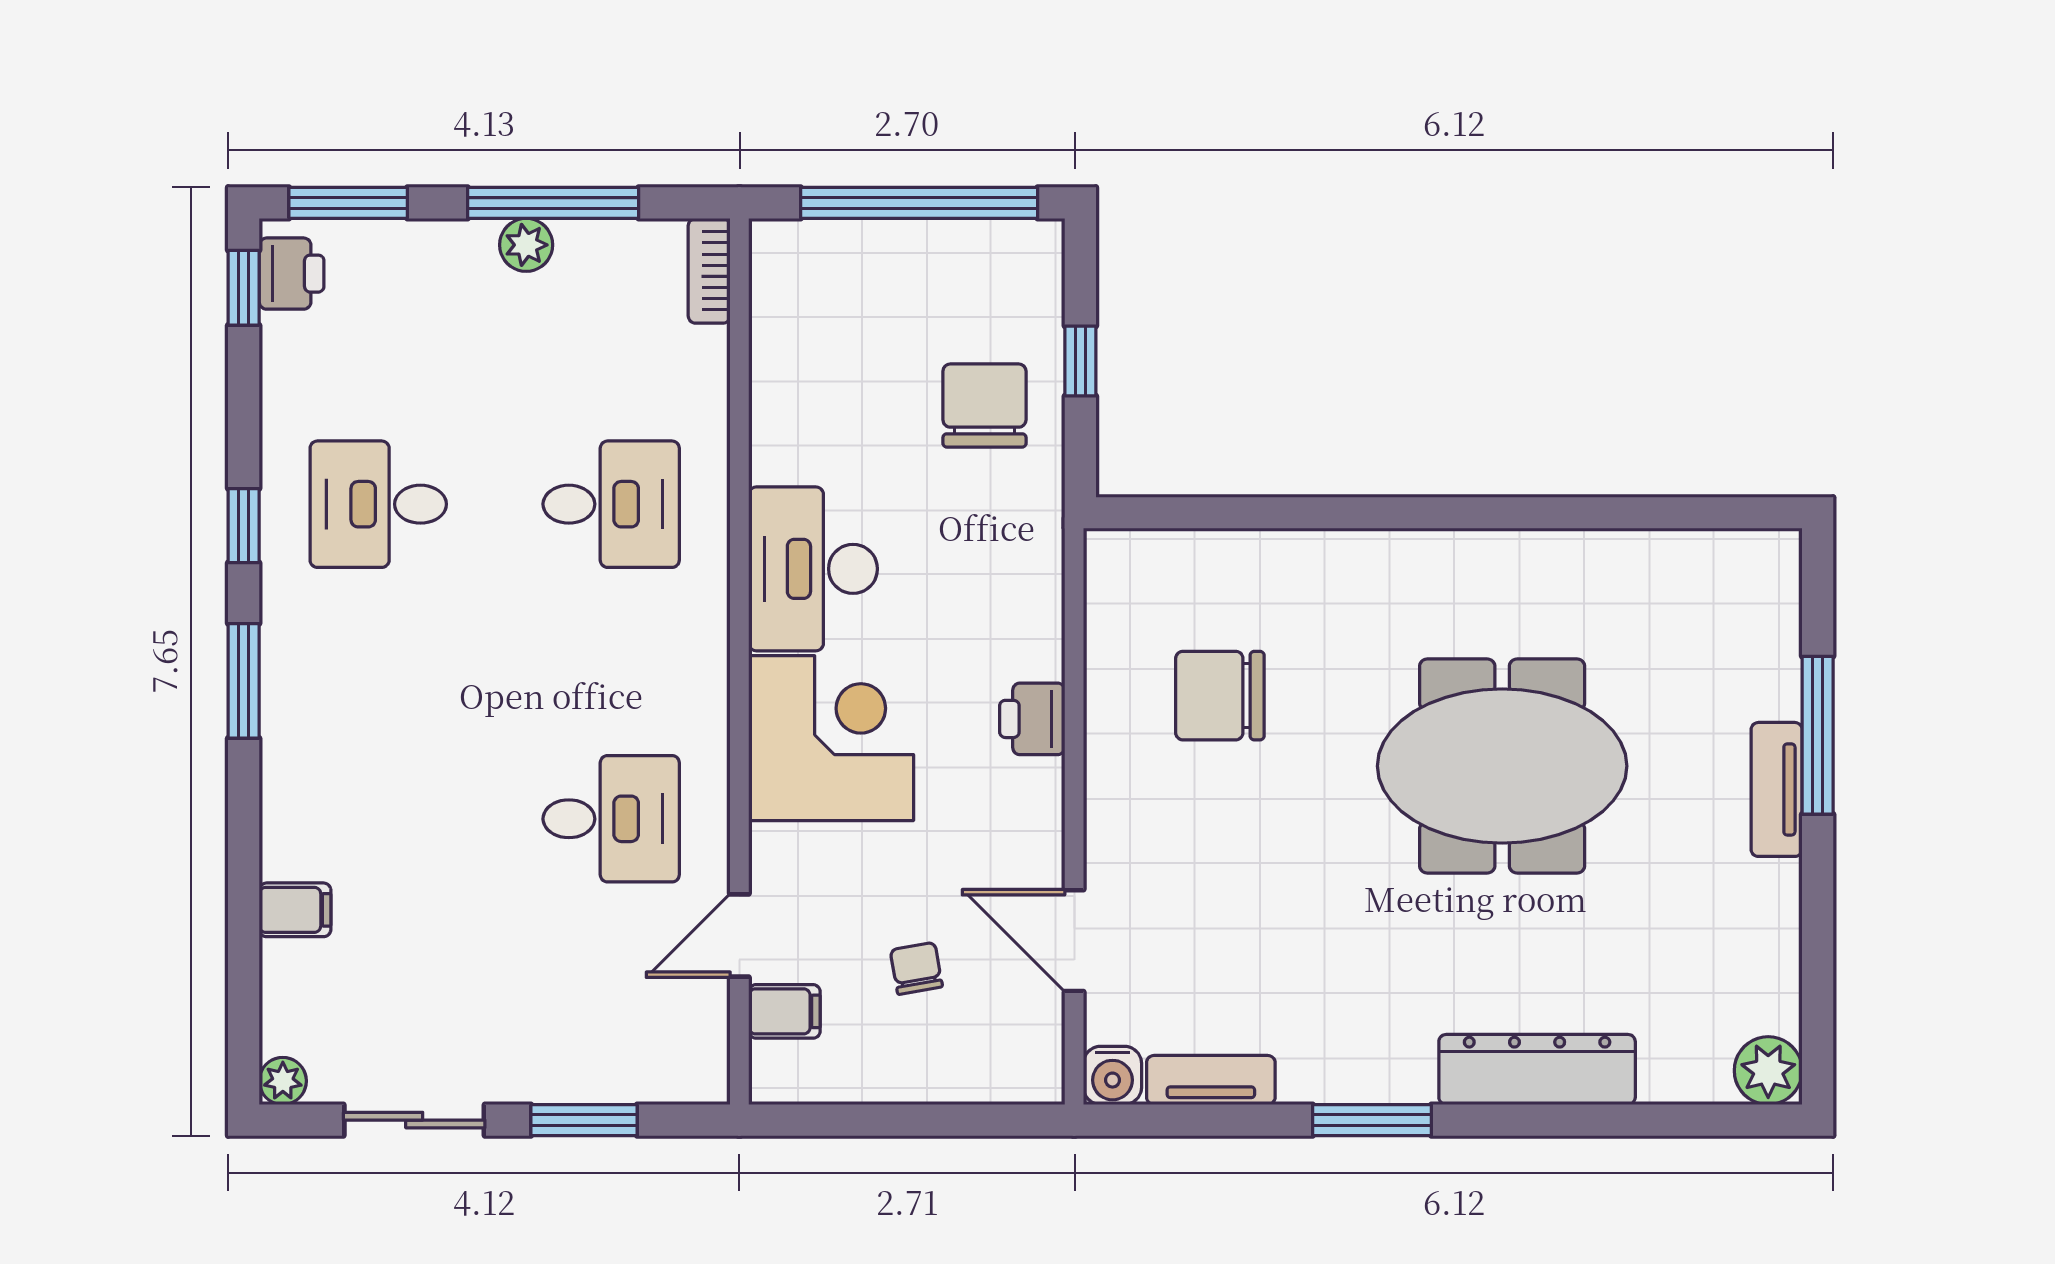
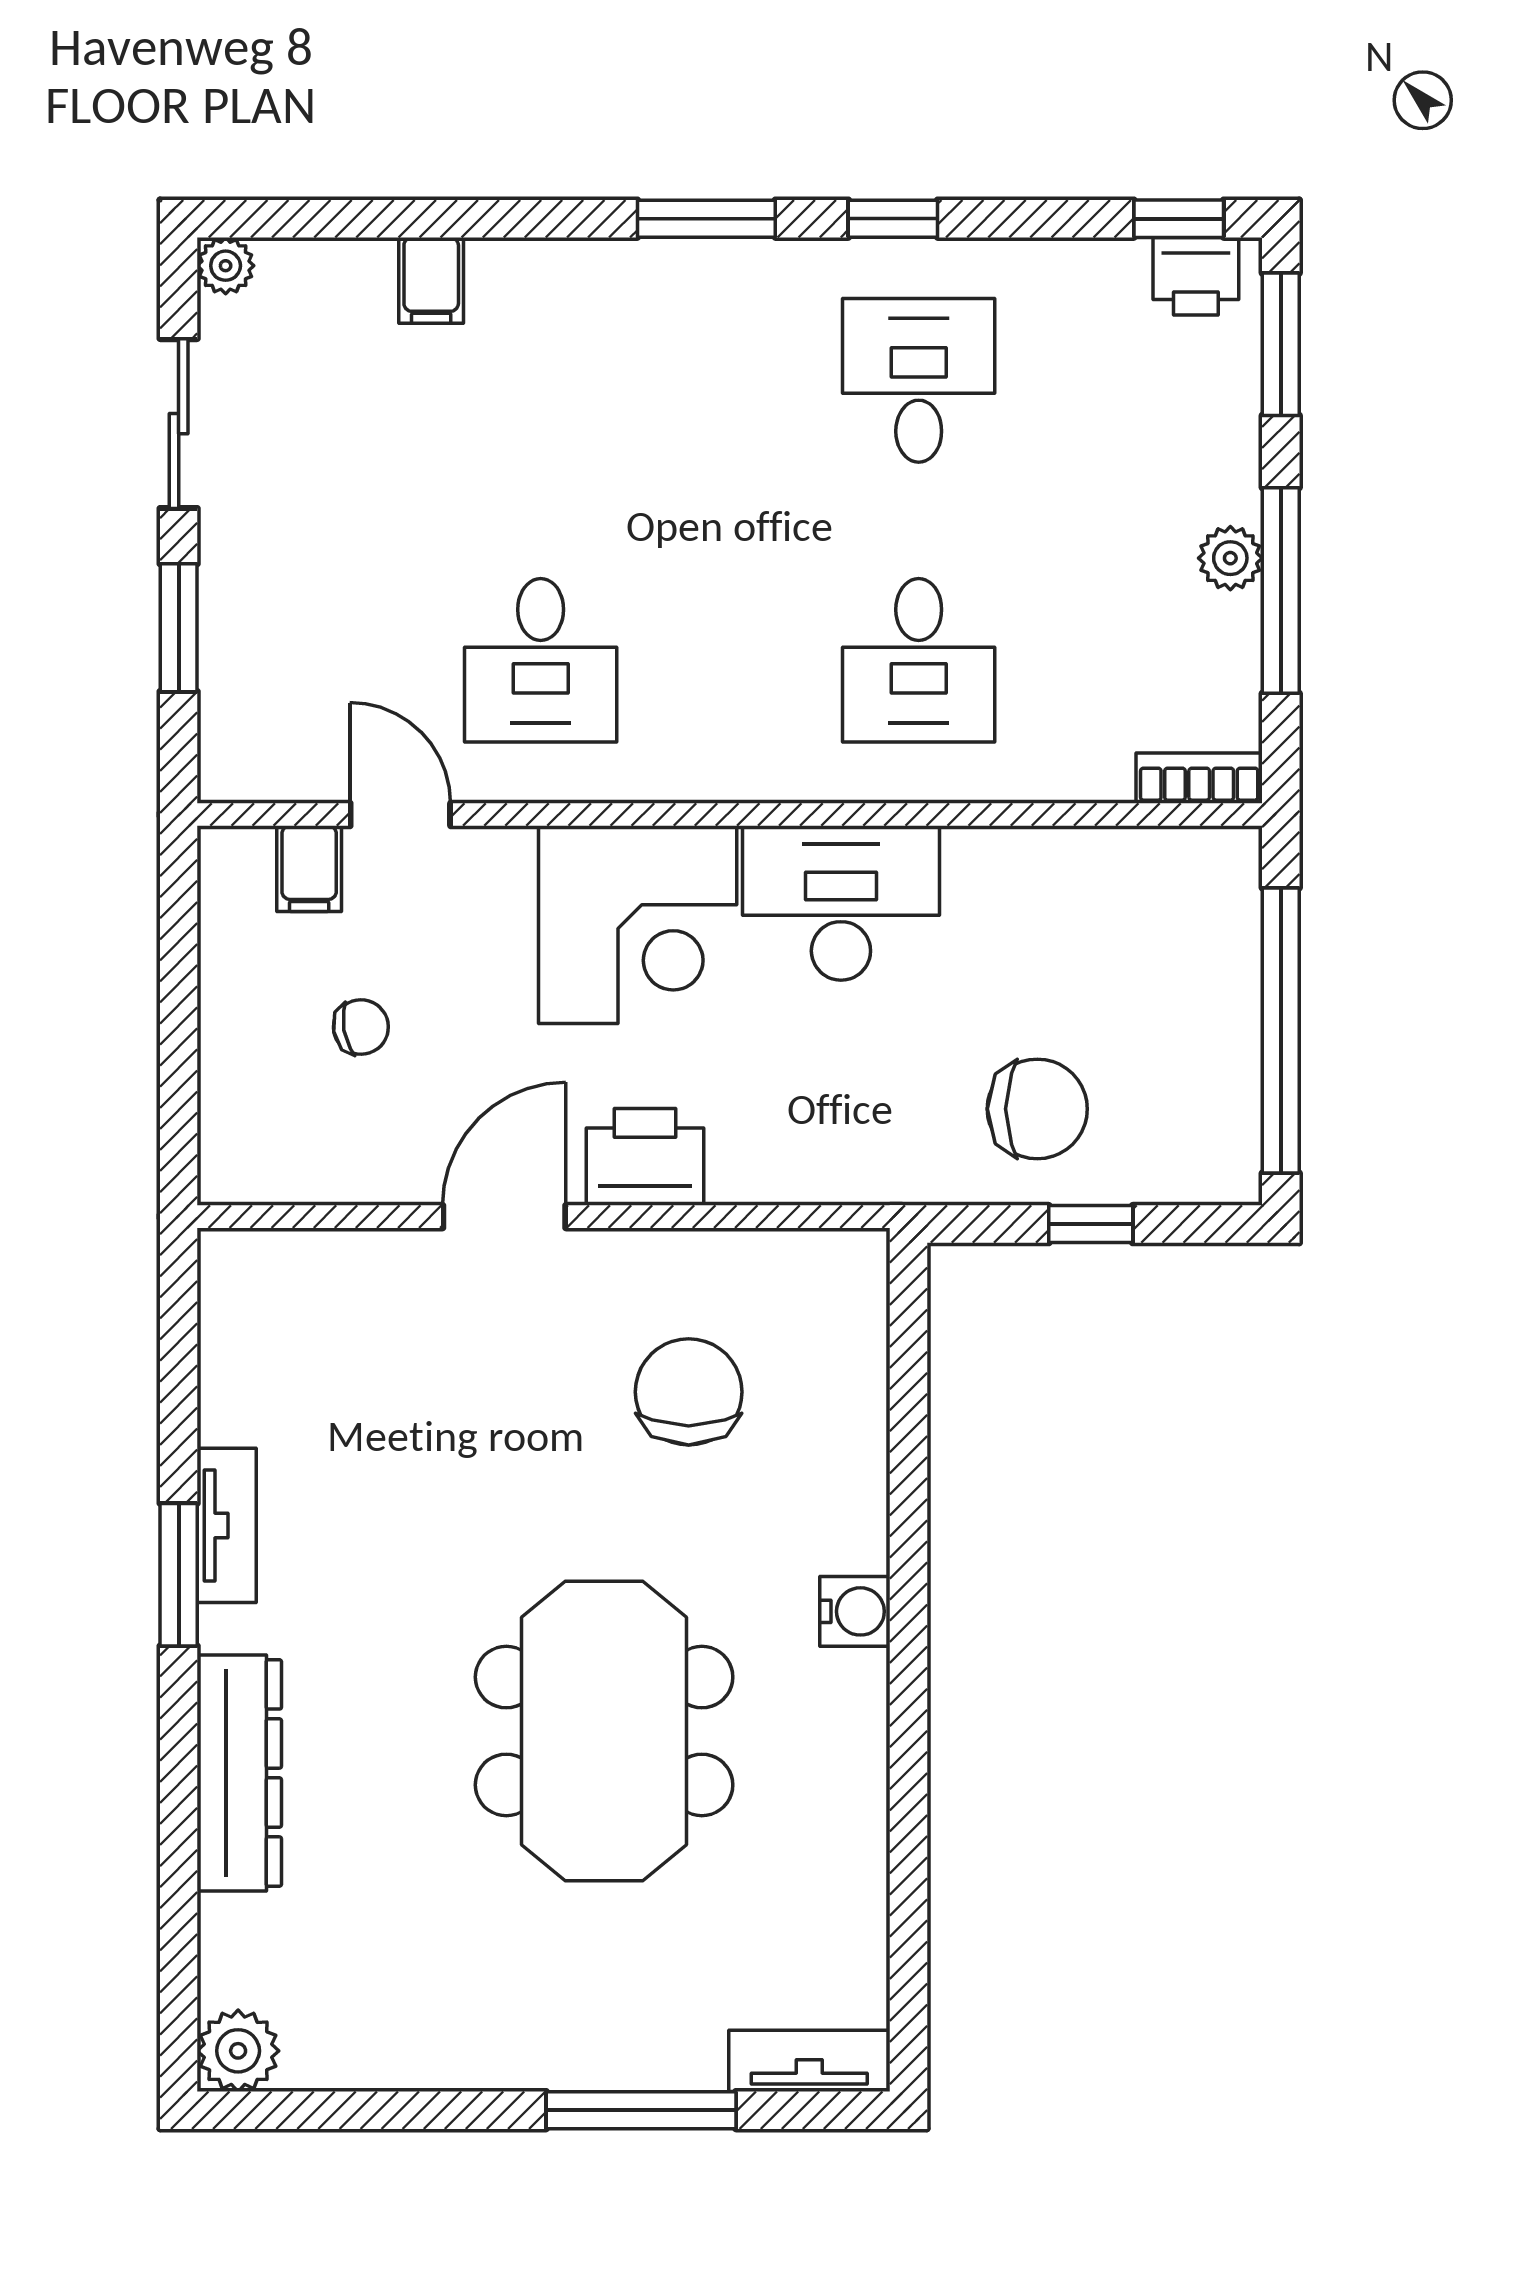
printer: (1032, 719) -> (645, 1157), width x1.36, depth x1.24
tv unit: (1777, 789) -> (809, 2061), moved
door: (1074, 941) -> (504, 1217), moved
water cooler: (1112, 1075) -> (855, 1611), moved, turned 180
tv unit: (1211, 1080) -> (227, 1525), moved

